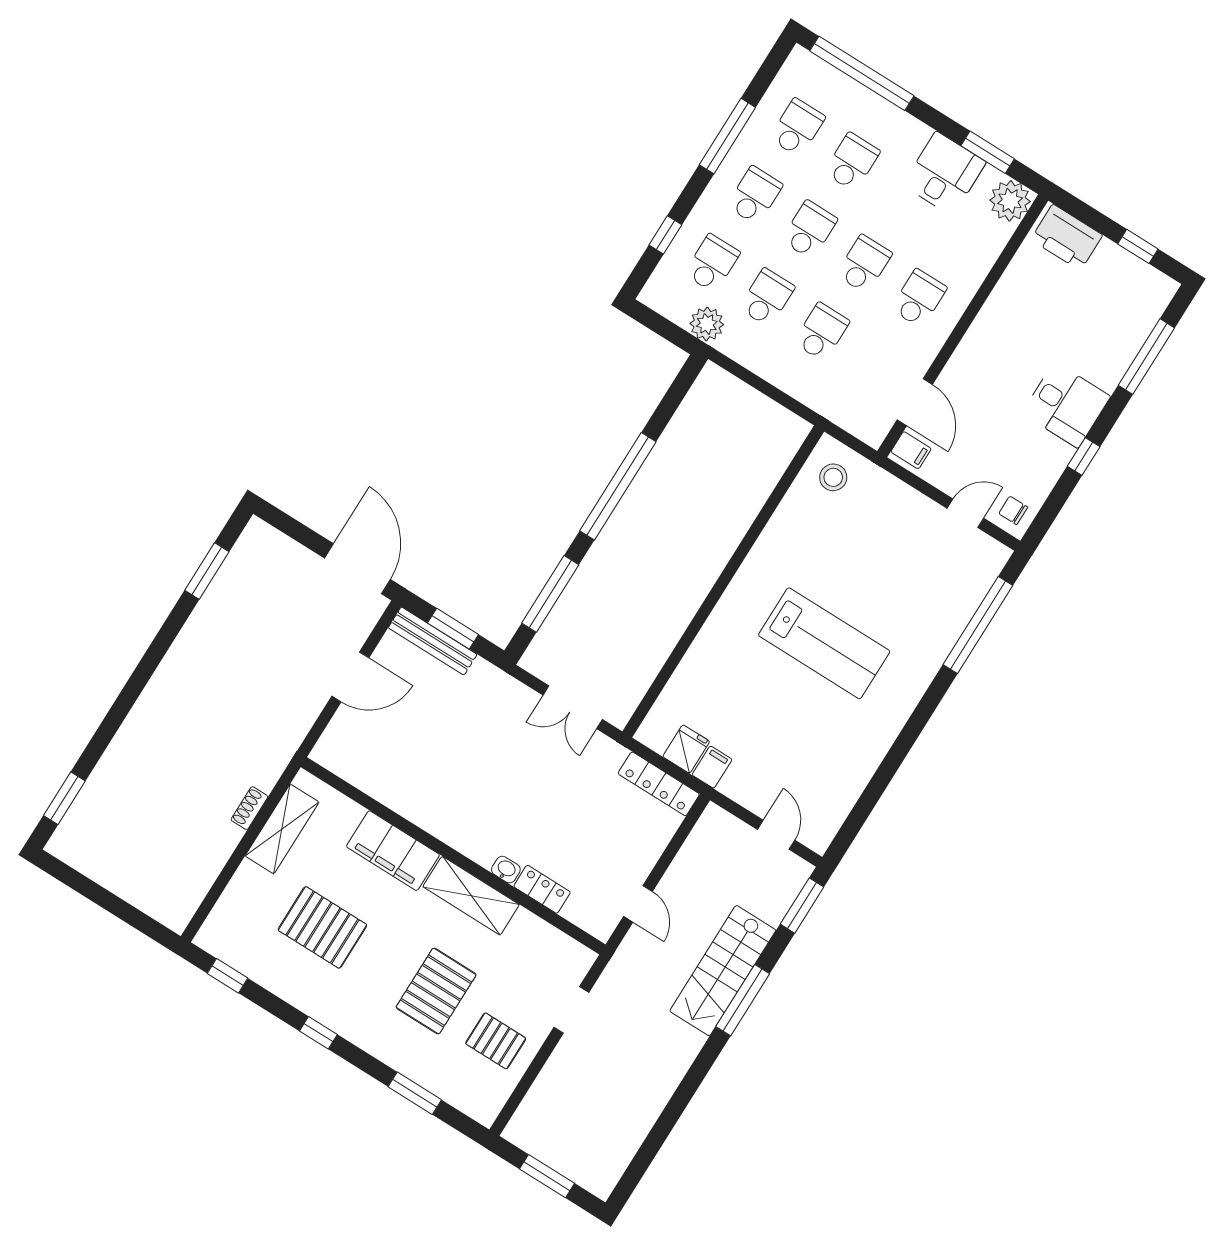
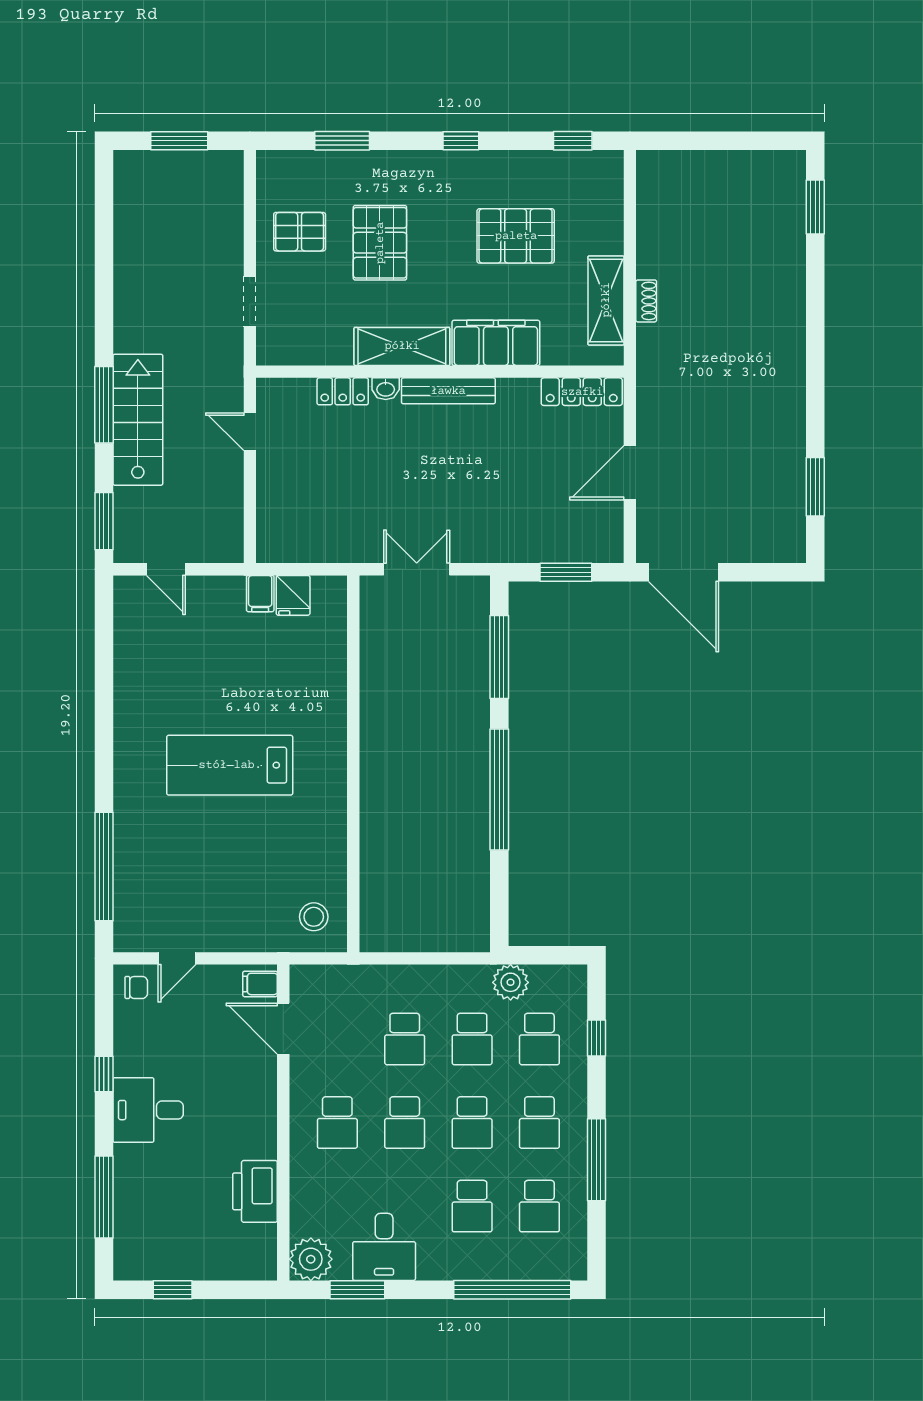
printer: (1067, 237) -> (255, 1191), moved, turned -90
bench: (433, 641) -> (448, 391), moved
locker: (659, 784) -> (582, 392), moved, turned 180

